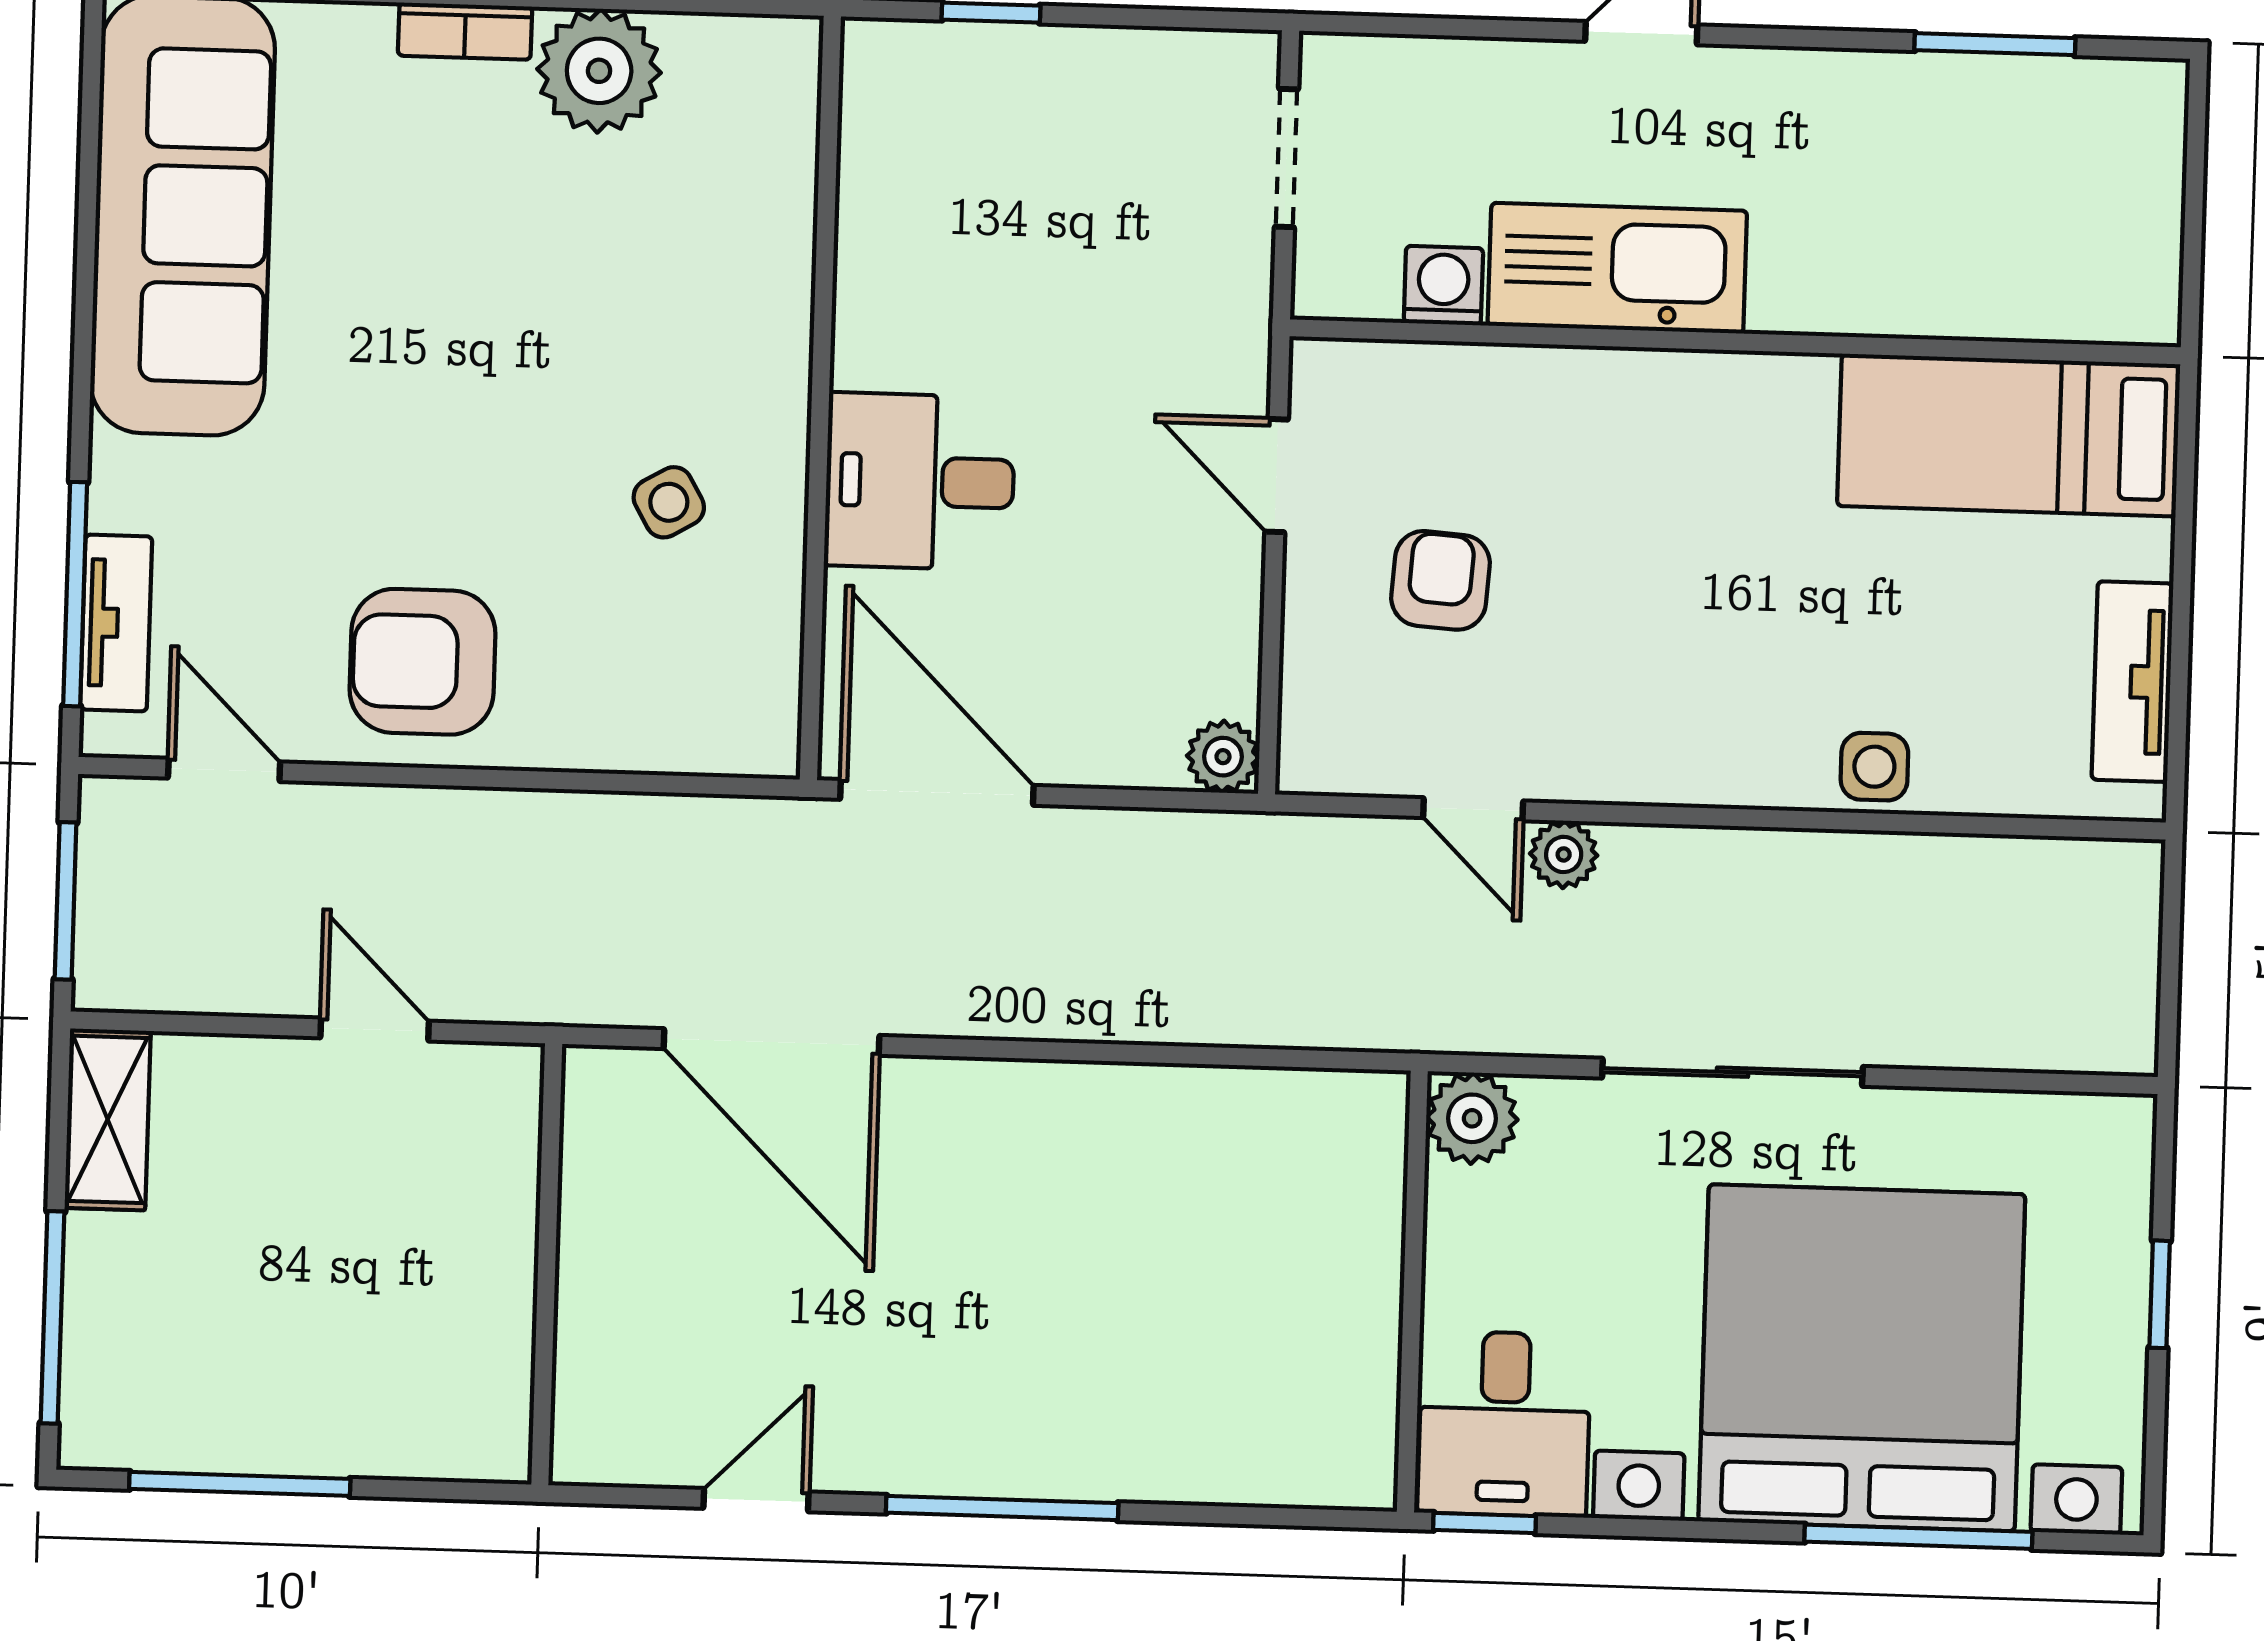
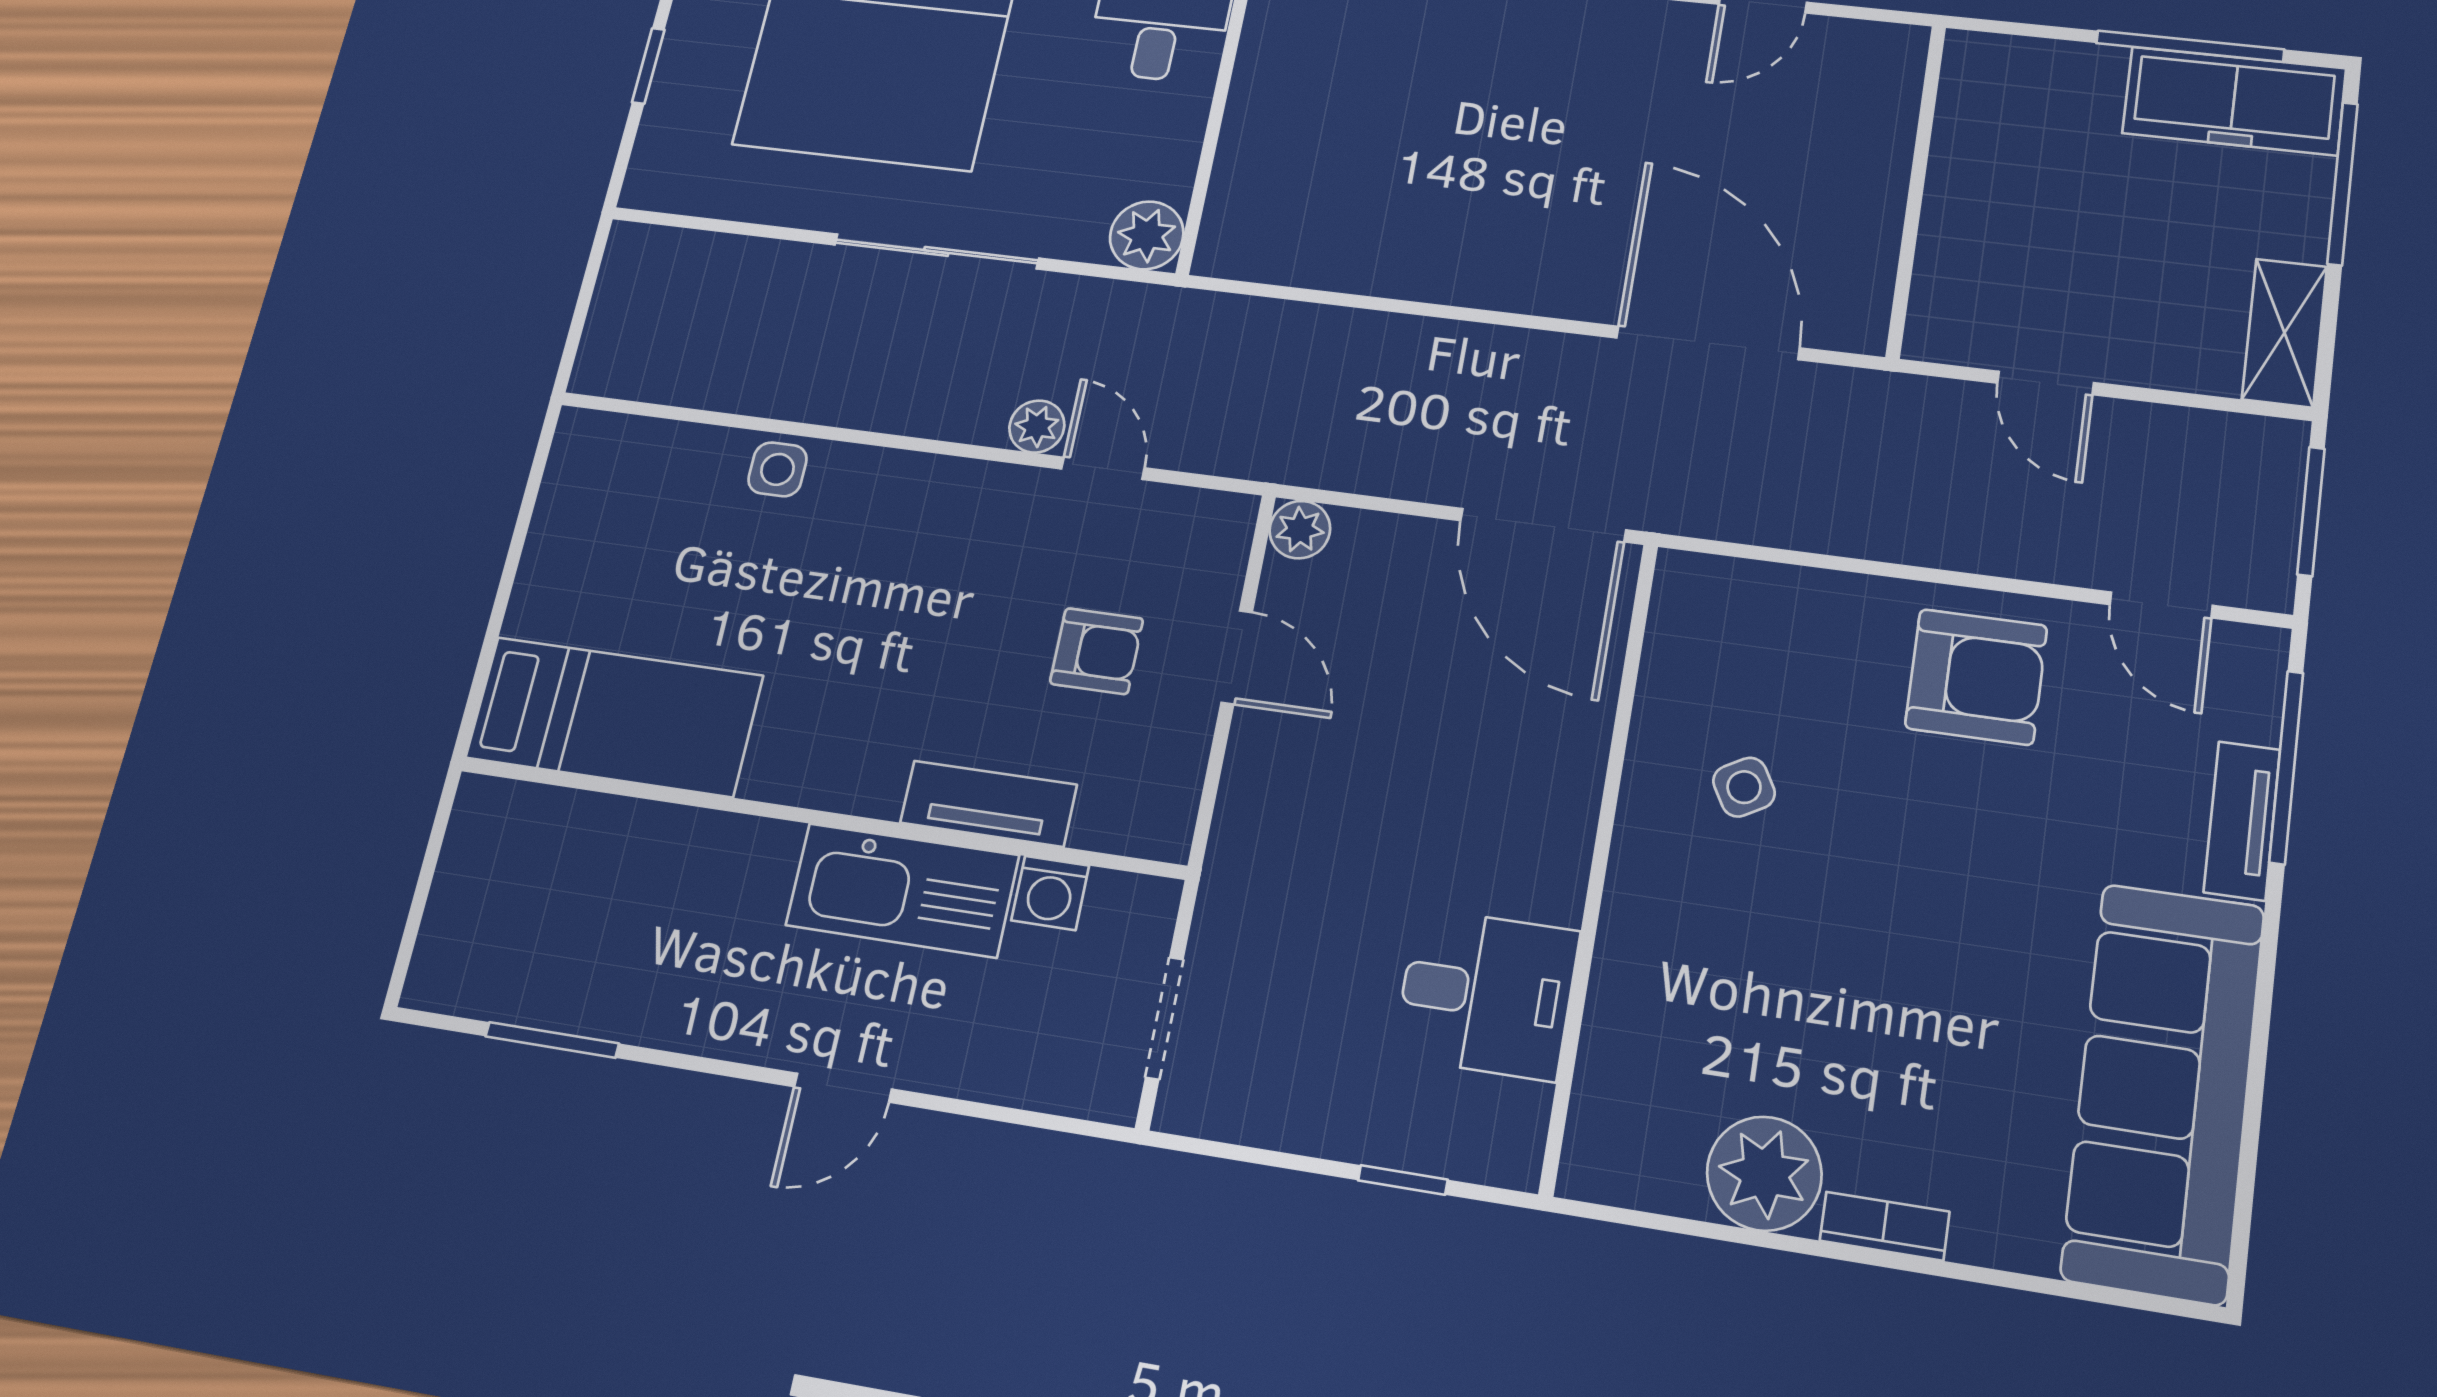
door: (1277, 476) -> (1237, 657), moved
desk: (920, 481) -> (1486, 994), moved
armchair: (1440, 580) -> (1097, 651), turned -94
tv unit: (116, 623) -> (2242, 821), moved
tv unit: (2133, 682) -> (988, 804), moved, turned -90
freezer: (184, 1415) -> (2234, 101), added

